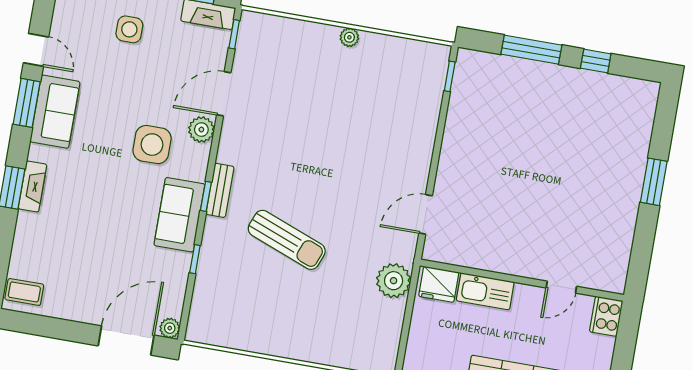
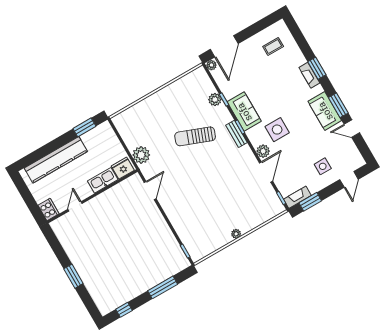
window: (596, 61) -> (124, 310), moved
plant: (209, 271) -> (215, 100), added
coffee table: (24, 292) -> (273, 47), moved

